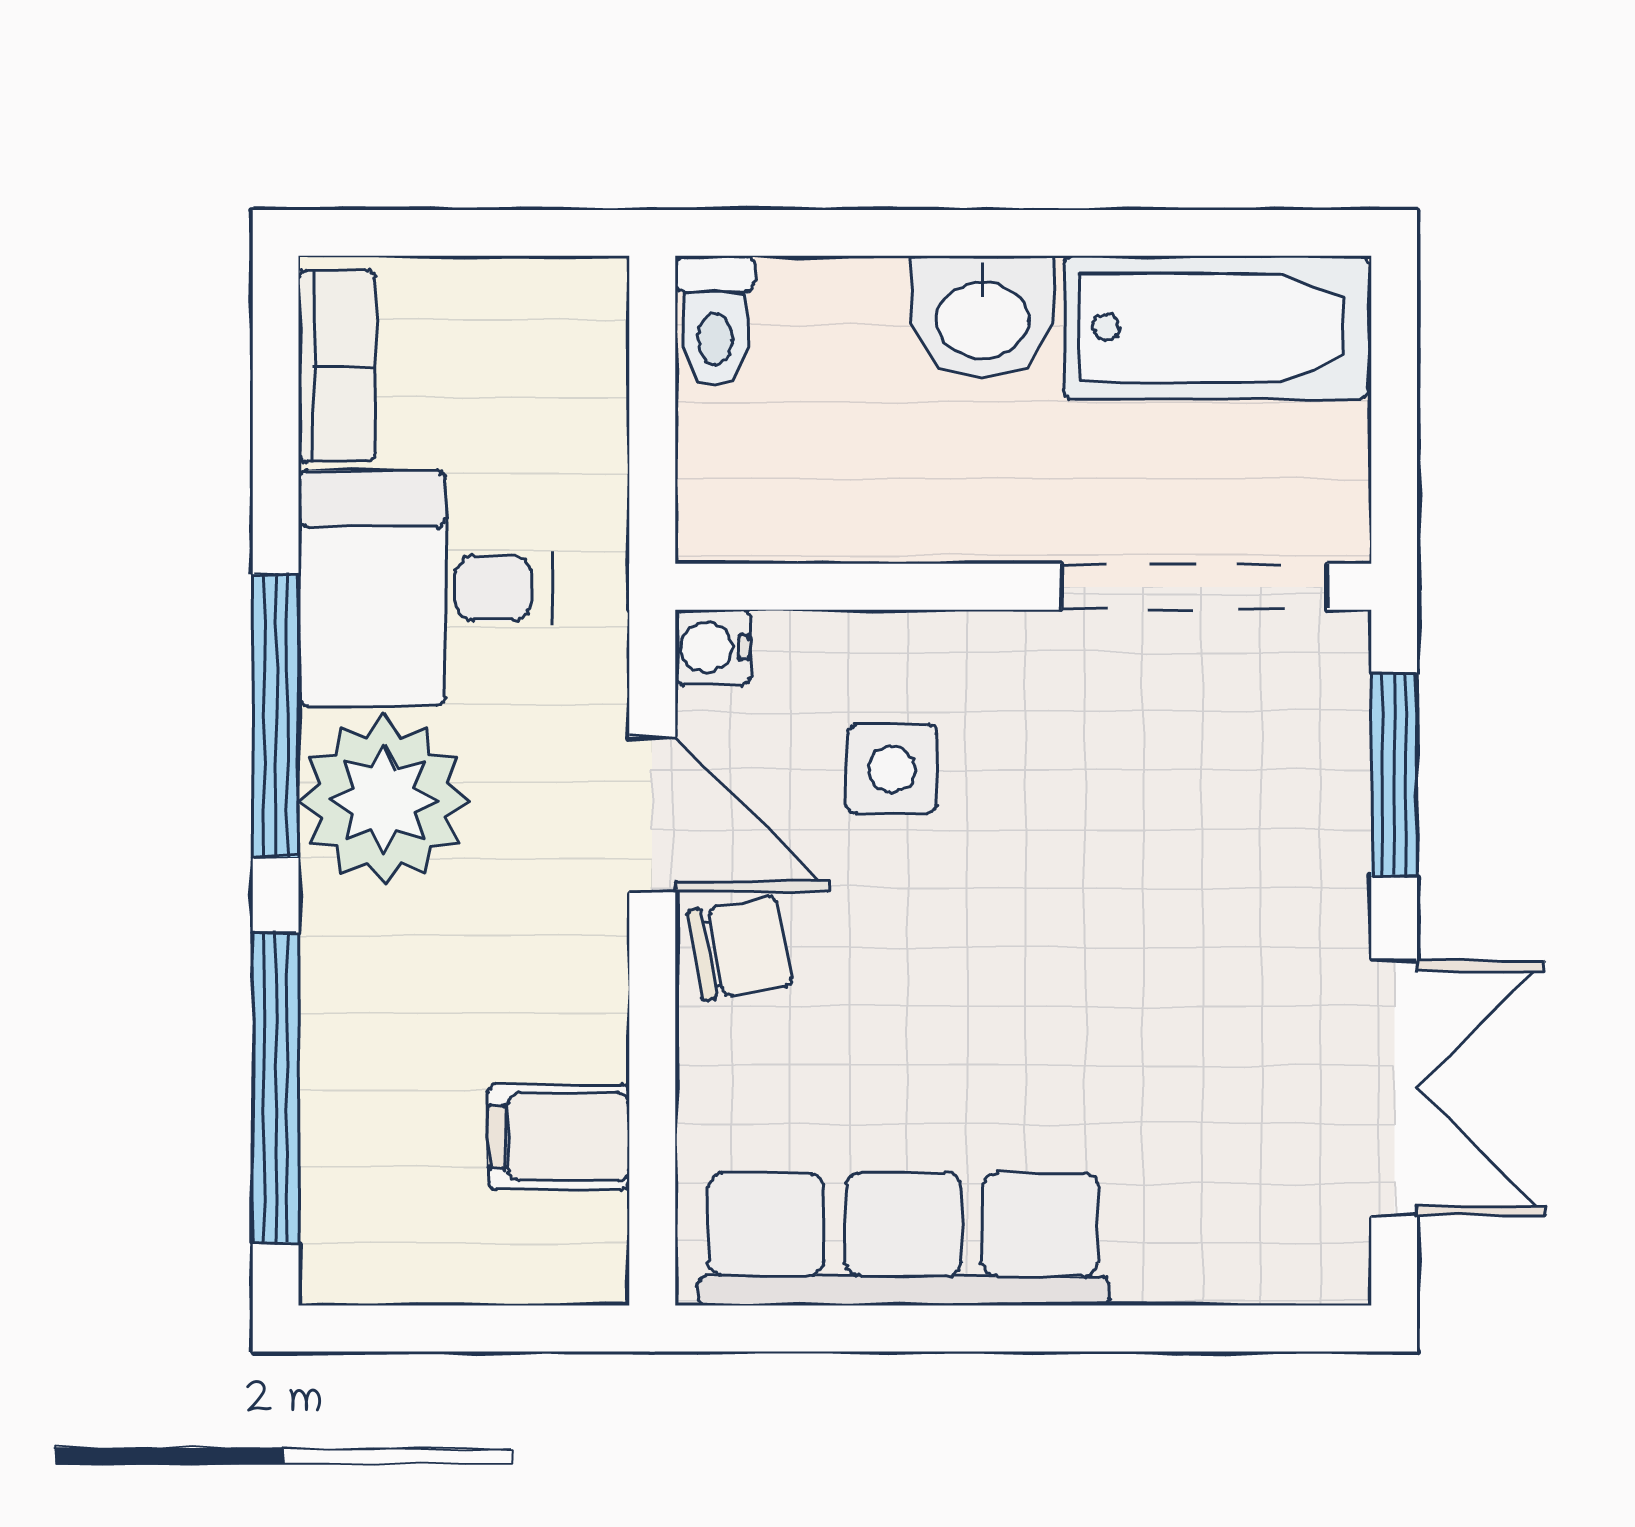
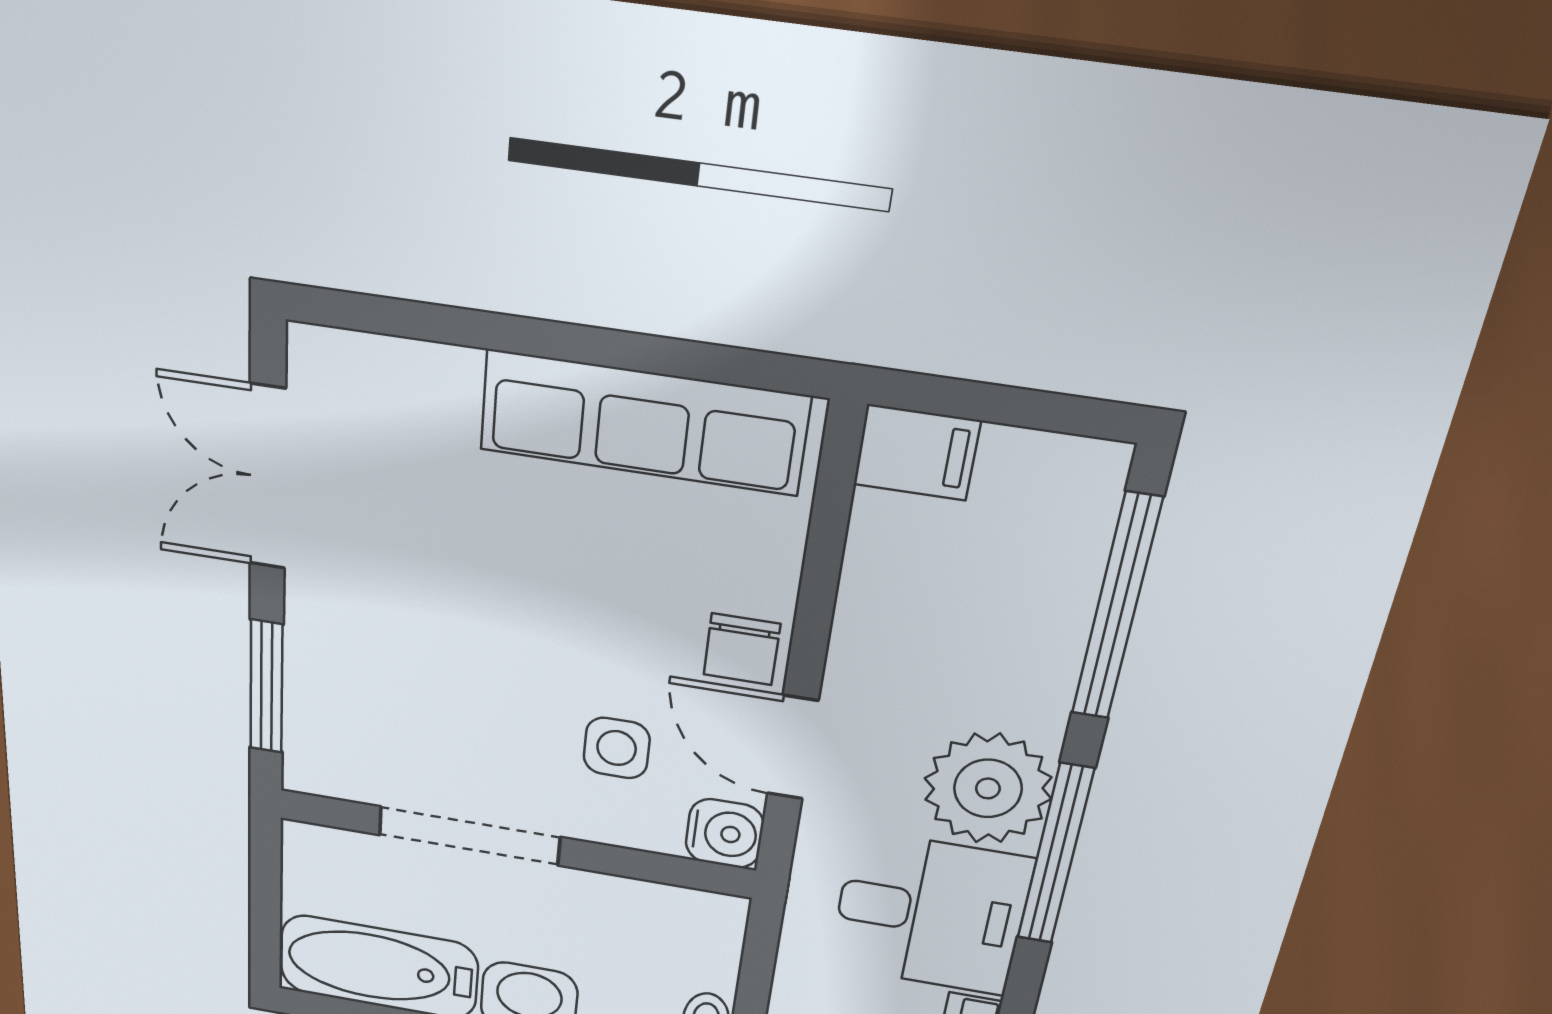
doorway: (1194, 587) -> (469, 836), moved
water cooler: (713, 647) -> (725, 833), width x1.38, depth x1.38
chair: (740, 948) -> (742, 649), turned -80
filing cabinet: (559, 1137) -> (917, 453), moved

